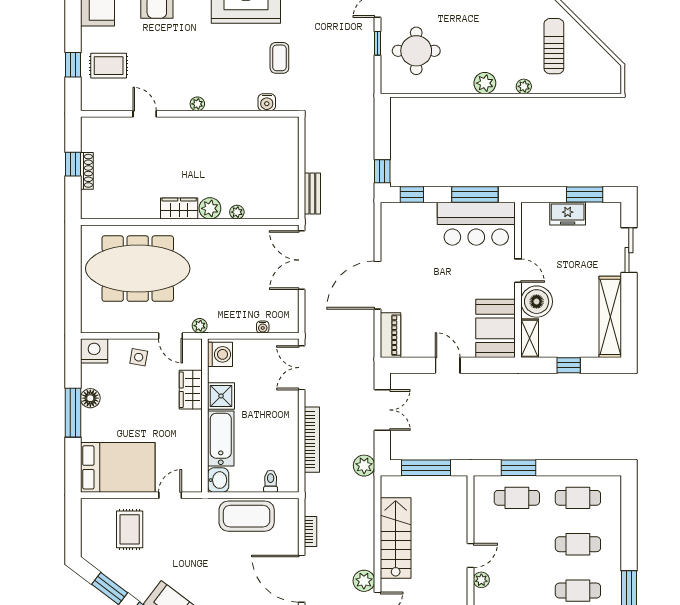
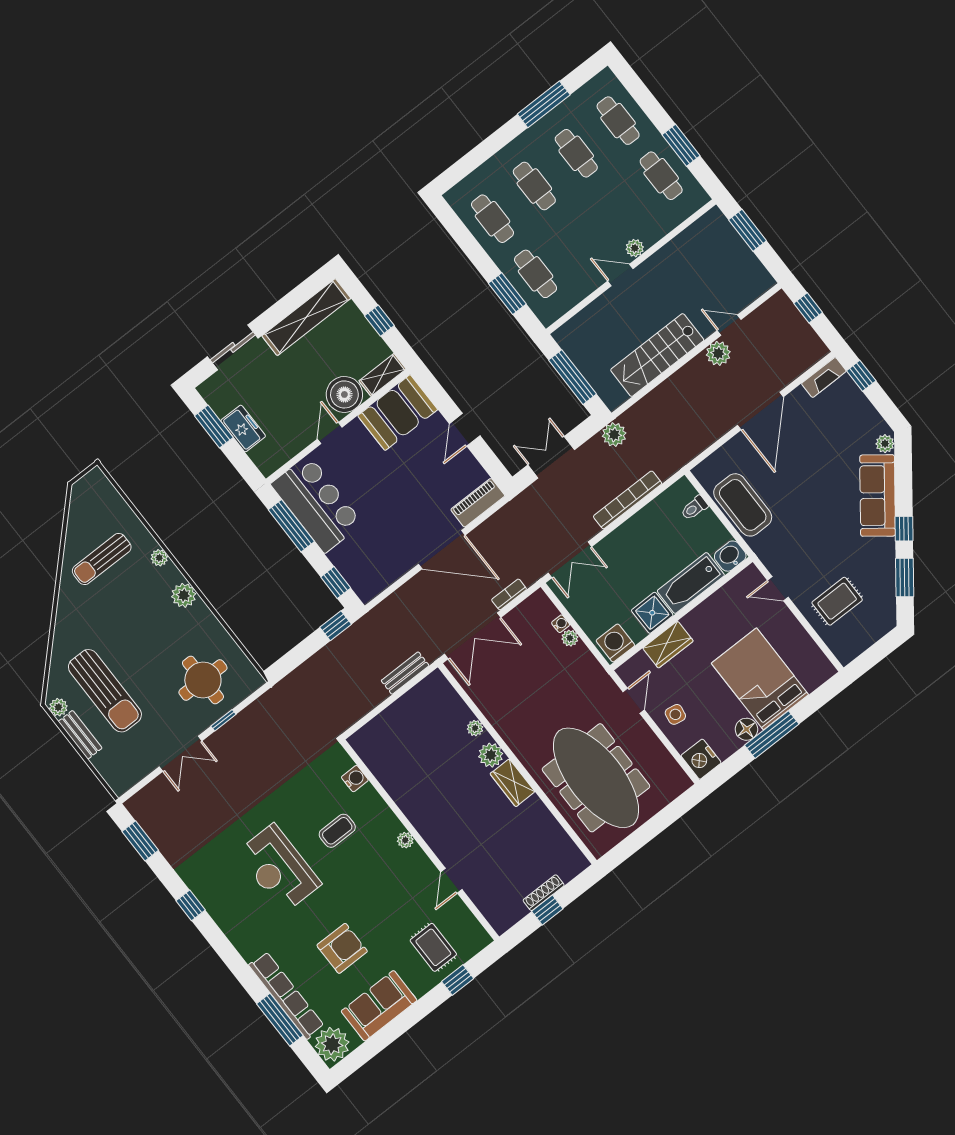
coffee table: (279, 58) -> (337, 831), moved
plant: (200, 326) -> (570, 638), moved
bed: (118, 467) -> (760, 679), moved
bookcase: (311, 532) -> (509, 594), moved

